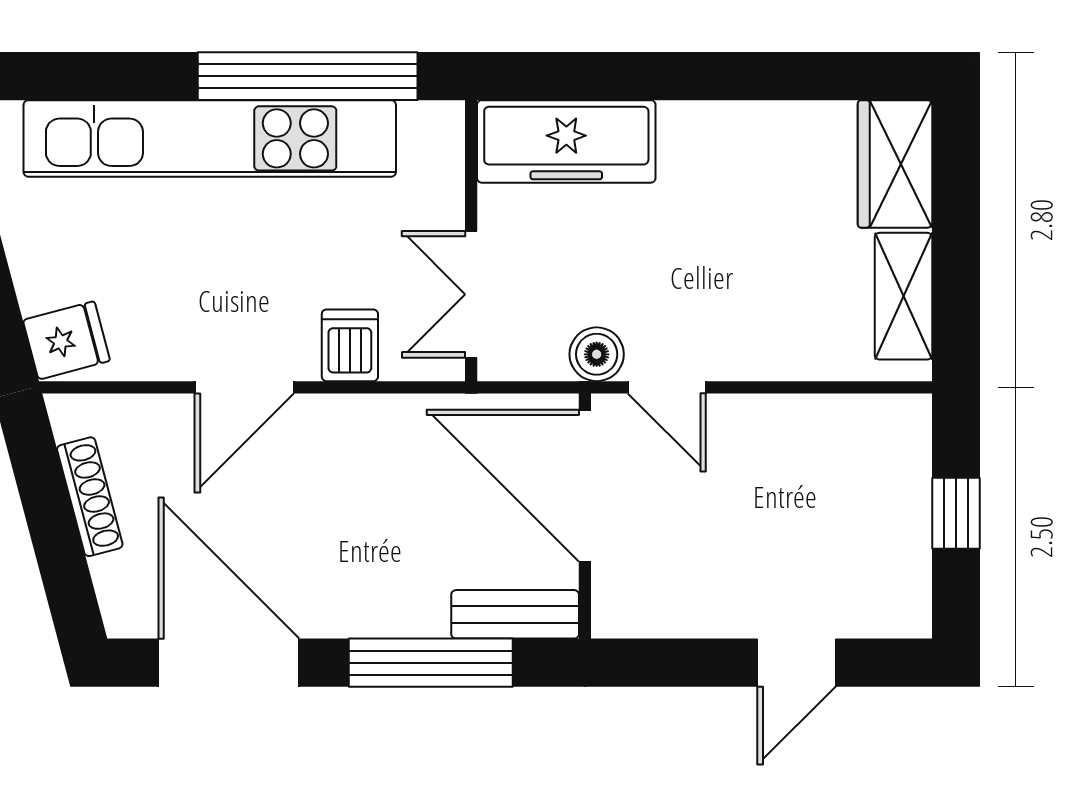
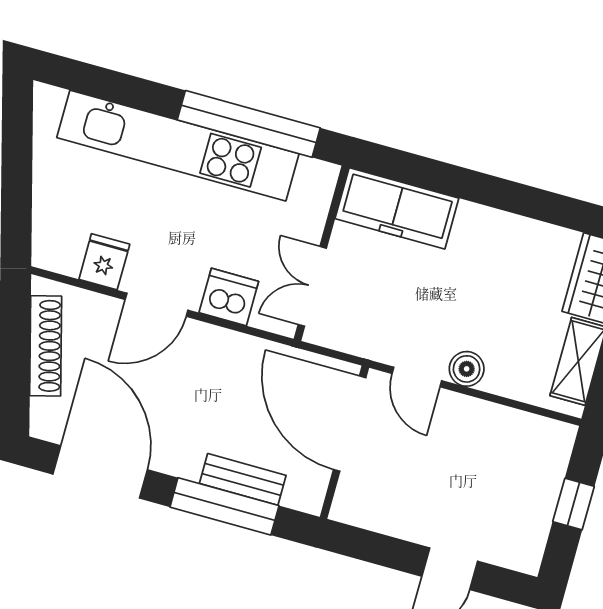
fridge: (66, 340) -> (104, 262), moved, turned -75
dishwasher: (350, 345) -> (229, 297), width x1.38
boiler: (597, 354) -> (467, 369), moved
shoe rack: (90, 497) -> (46, 346), width x1.36, depth x1.24
bench: (515, 614) -> (243, 479), moved

